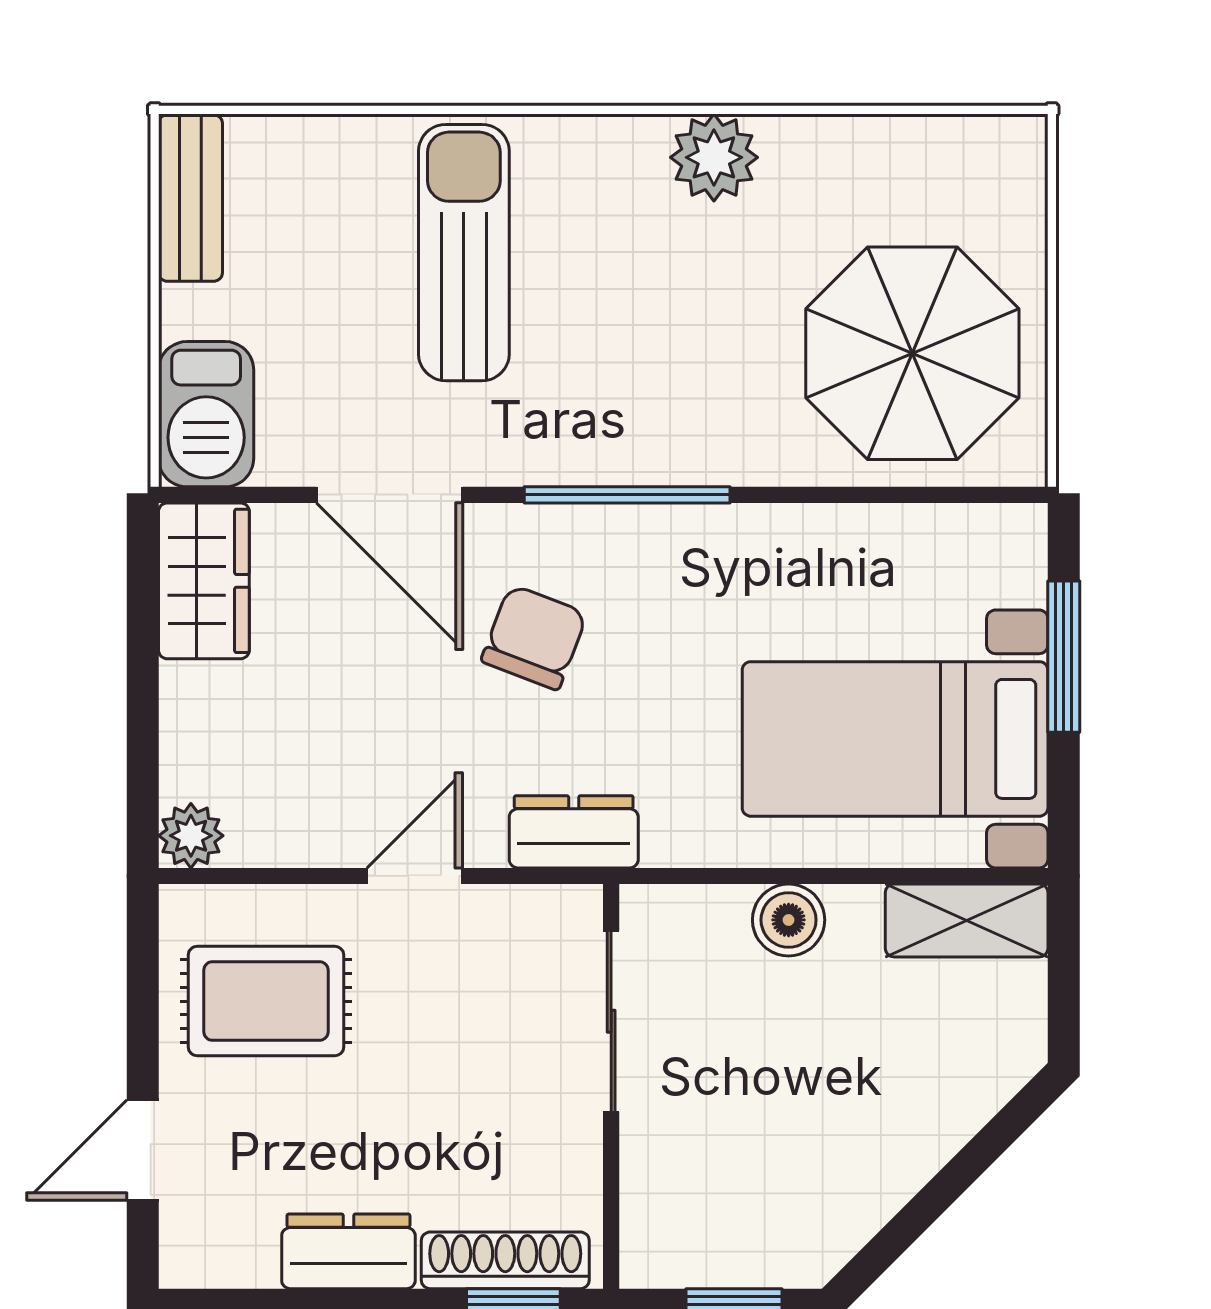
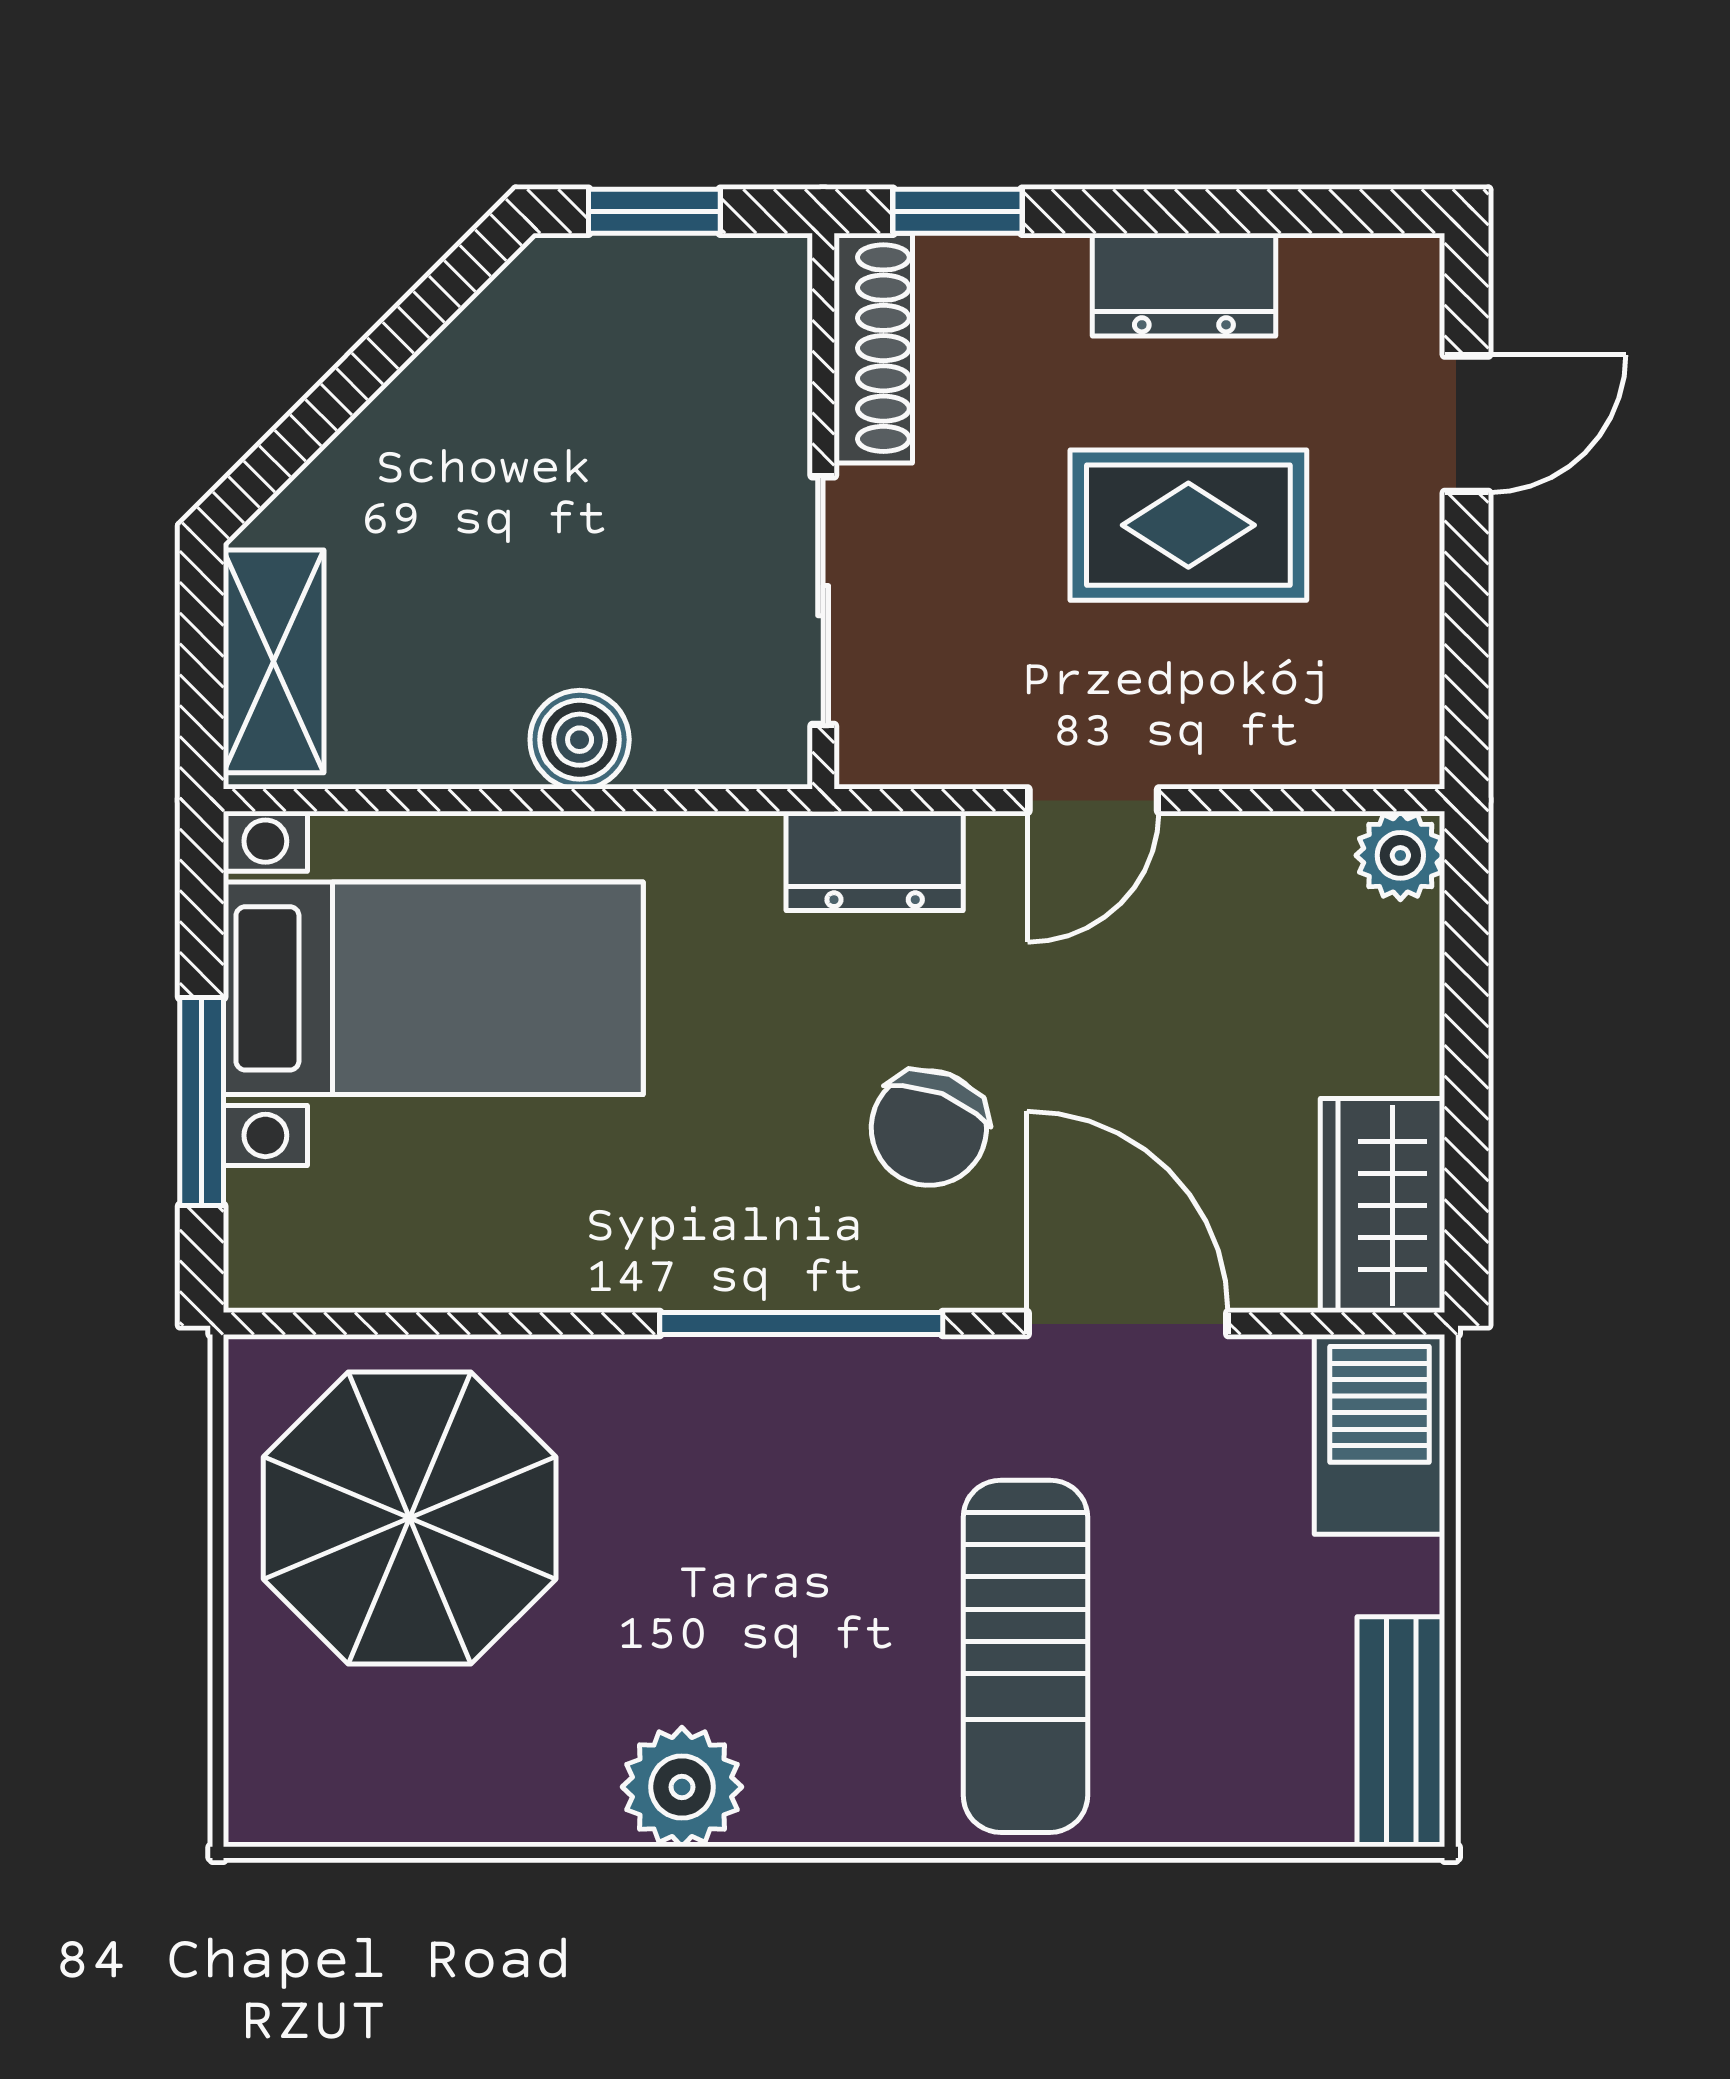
shelving: (967, 920) -> (274, 661), moved, turned 90
rug: (266, 1001) -> (1188, 525), moved
shoe rack: (505, 1260) -> (873, 348), moved, turned -90

